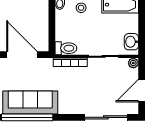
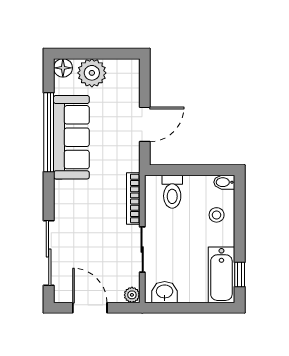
toilet: (66, 48) -> (172, 192), moved
door: (22, 55) -> (145, 124), width x0.73

